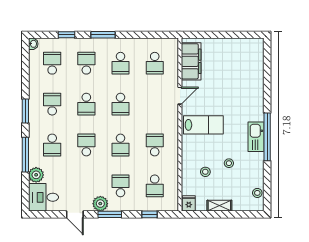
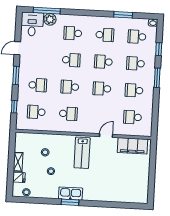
school desk: (52, 63) -> (137, 37), turned 180
school desk: (86, 63) -> (135, 63), turned 180
door: (180, 96) -> (106, 136), swing flipped
window: (25, 111) -> (123, 15), moved
window: (267, 137) -> (70, 202), width x0.47
window: (25, 155) -> (47, 11), moved
fridge: (189, 203) -> (19, 177), moved
plant: (100, 204) -> (25, 68), removed

